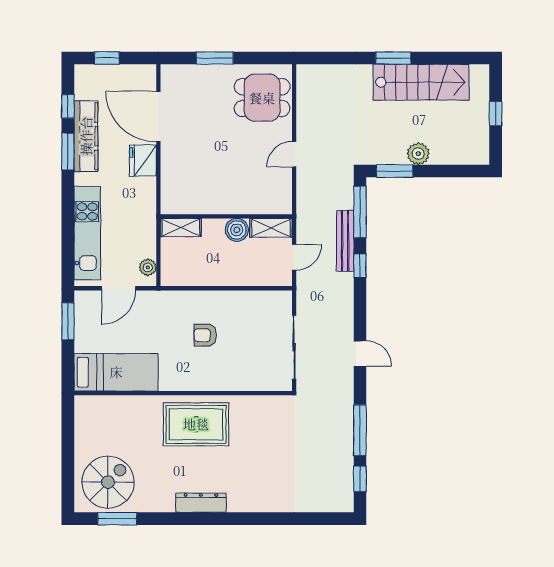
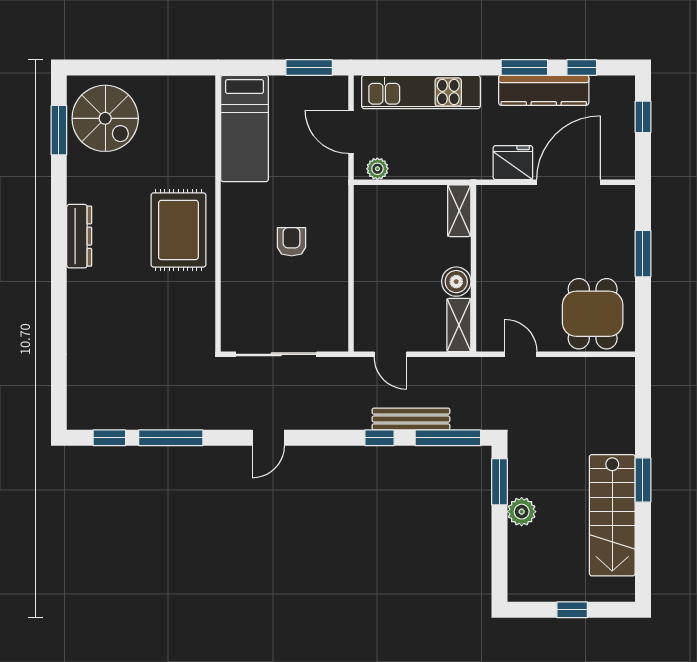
wall: (226, 216) -> (473, 268), moved
shelving: (181, 228) -> (459, 211), moved
shelving: (271, 228) -> (459, 325), moved
boiler: (237, 230) -> (456, 282), moved

